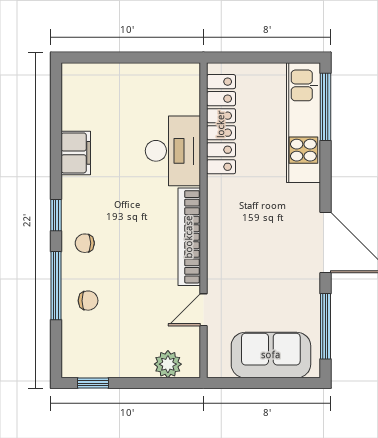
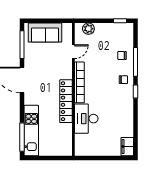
locker: (221, 124) -> (66, 101), moved
filing cabinet: (76, 153) -> (127, 147), moved

